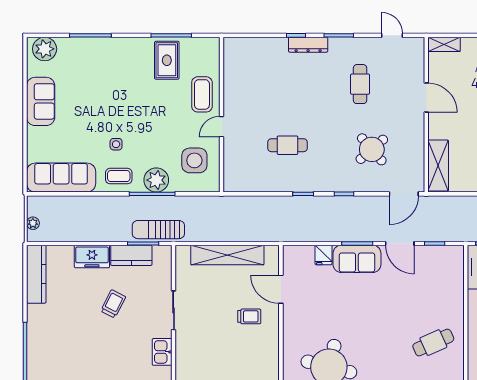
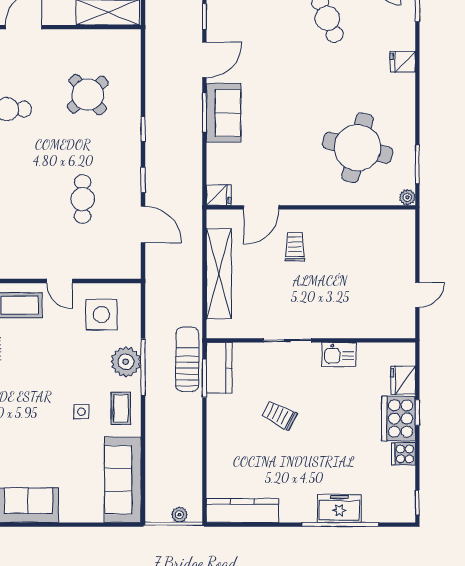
door: (404, 194) -> (143, 225), moved
sun lounger: (158, 230) -> (187, 359), turned 180
kitchen counter: (131, 255) -> (219, 368), moved
fridge: (324, 255) -> (219, 195), moved
freezer: (92, 256) -> (339, 508), moved, turned -90

